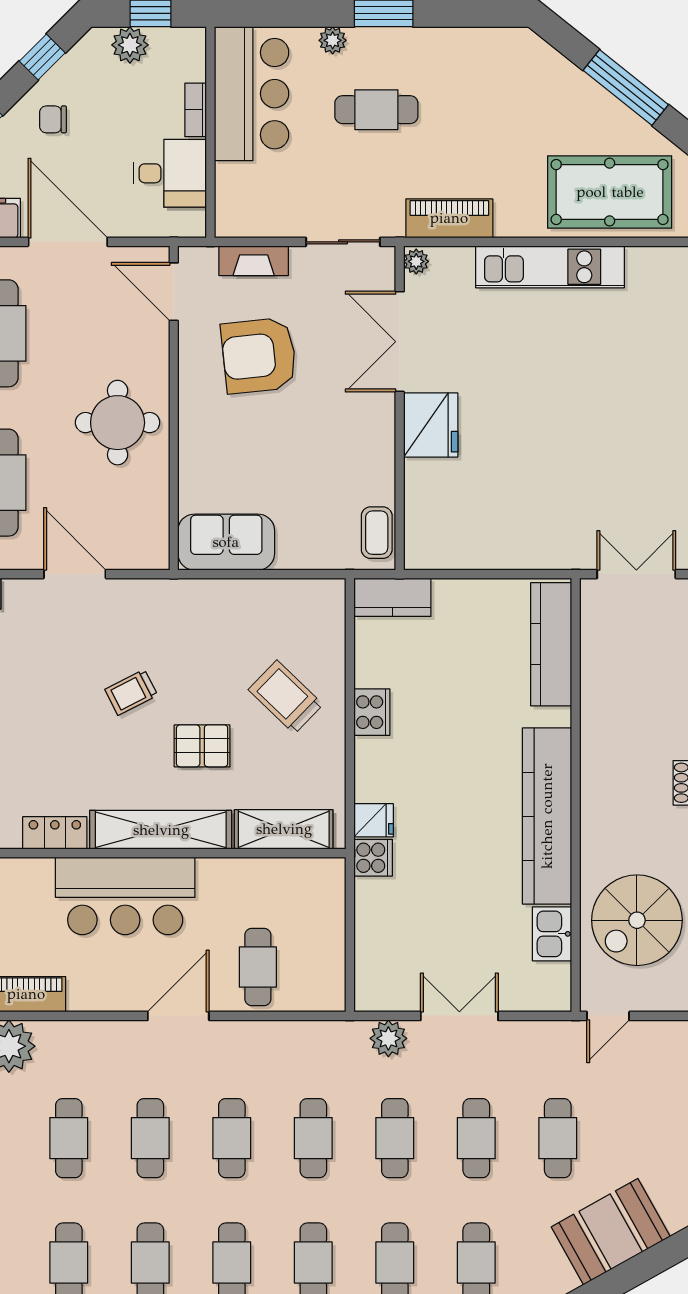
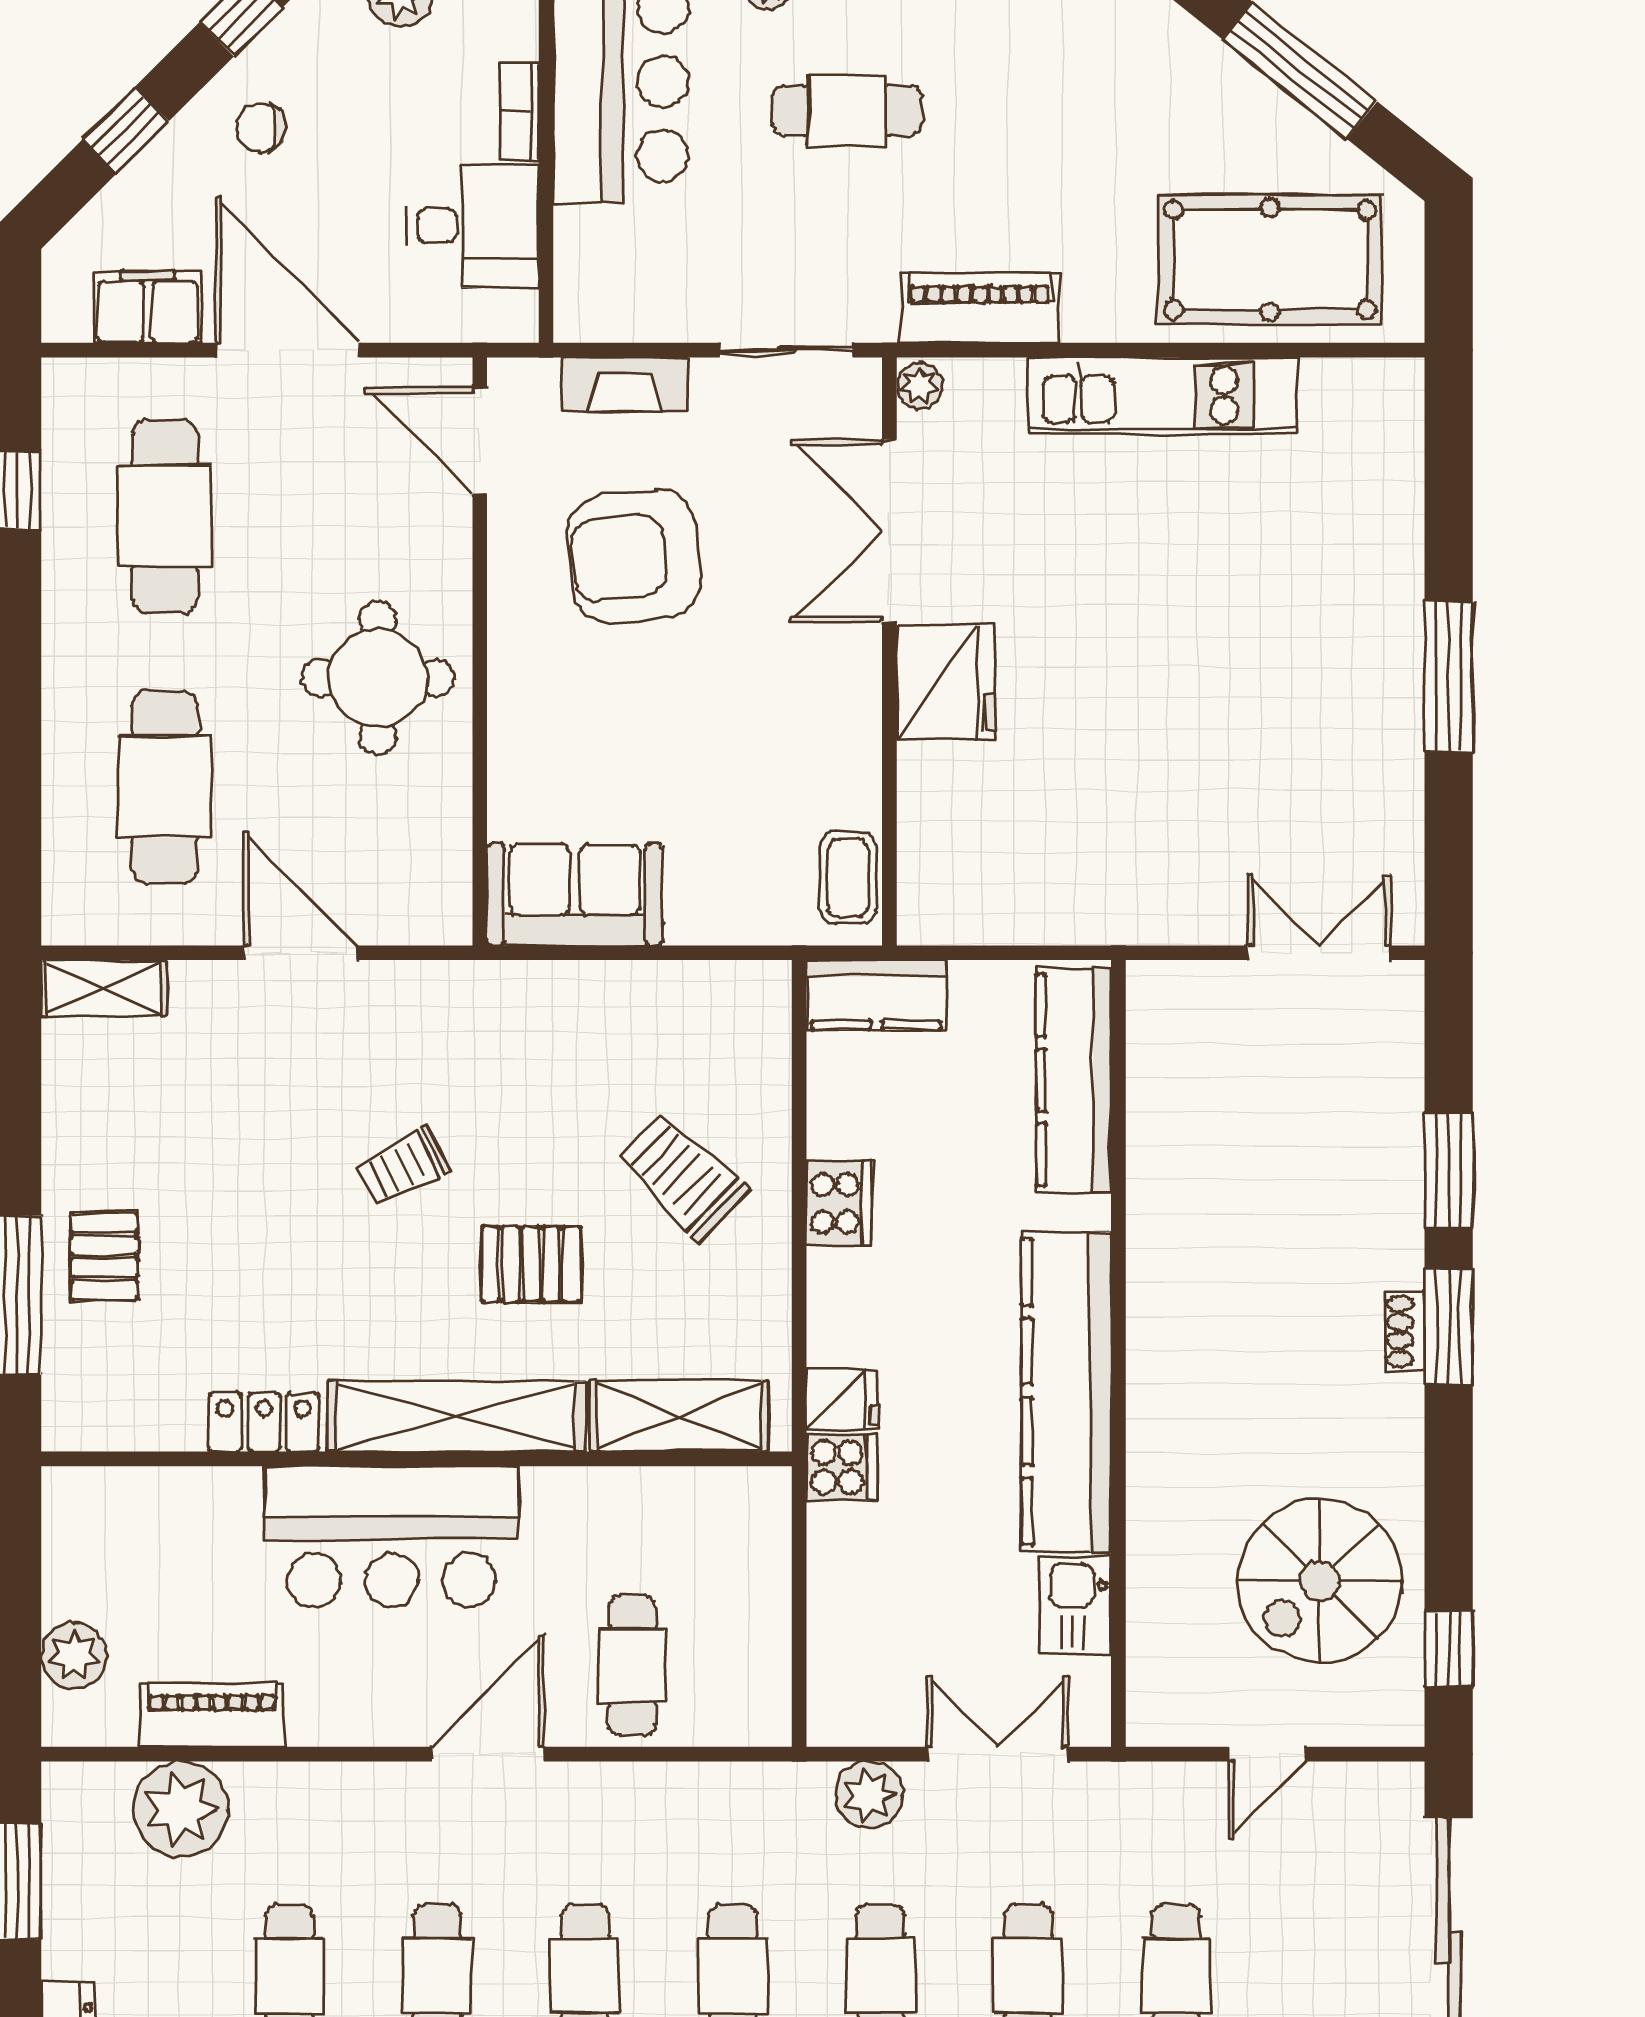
kitchen counter: (551, 644) -> (1074, 1080), moved
wall: (576, 795) -> (1118, 1353), moved
kitchen counter: (547, 816) -> (1066, 1392), moved
kitchen sink: (552, 934) -> (1076, 1605), moved

